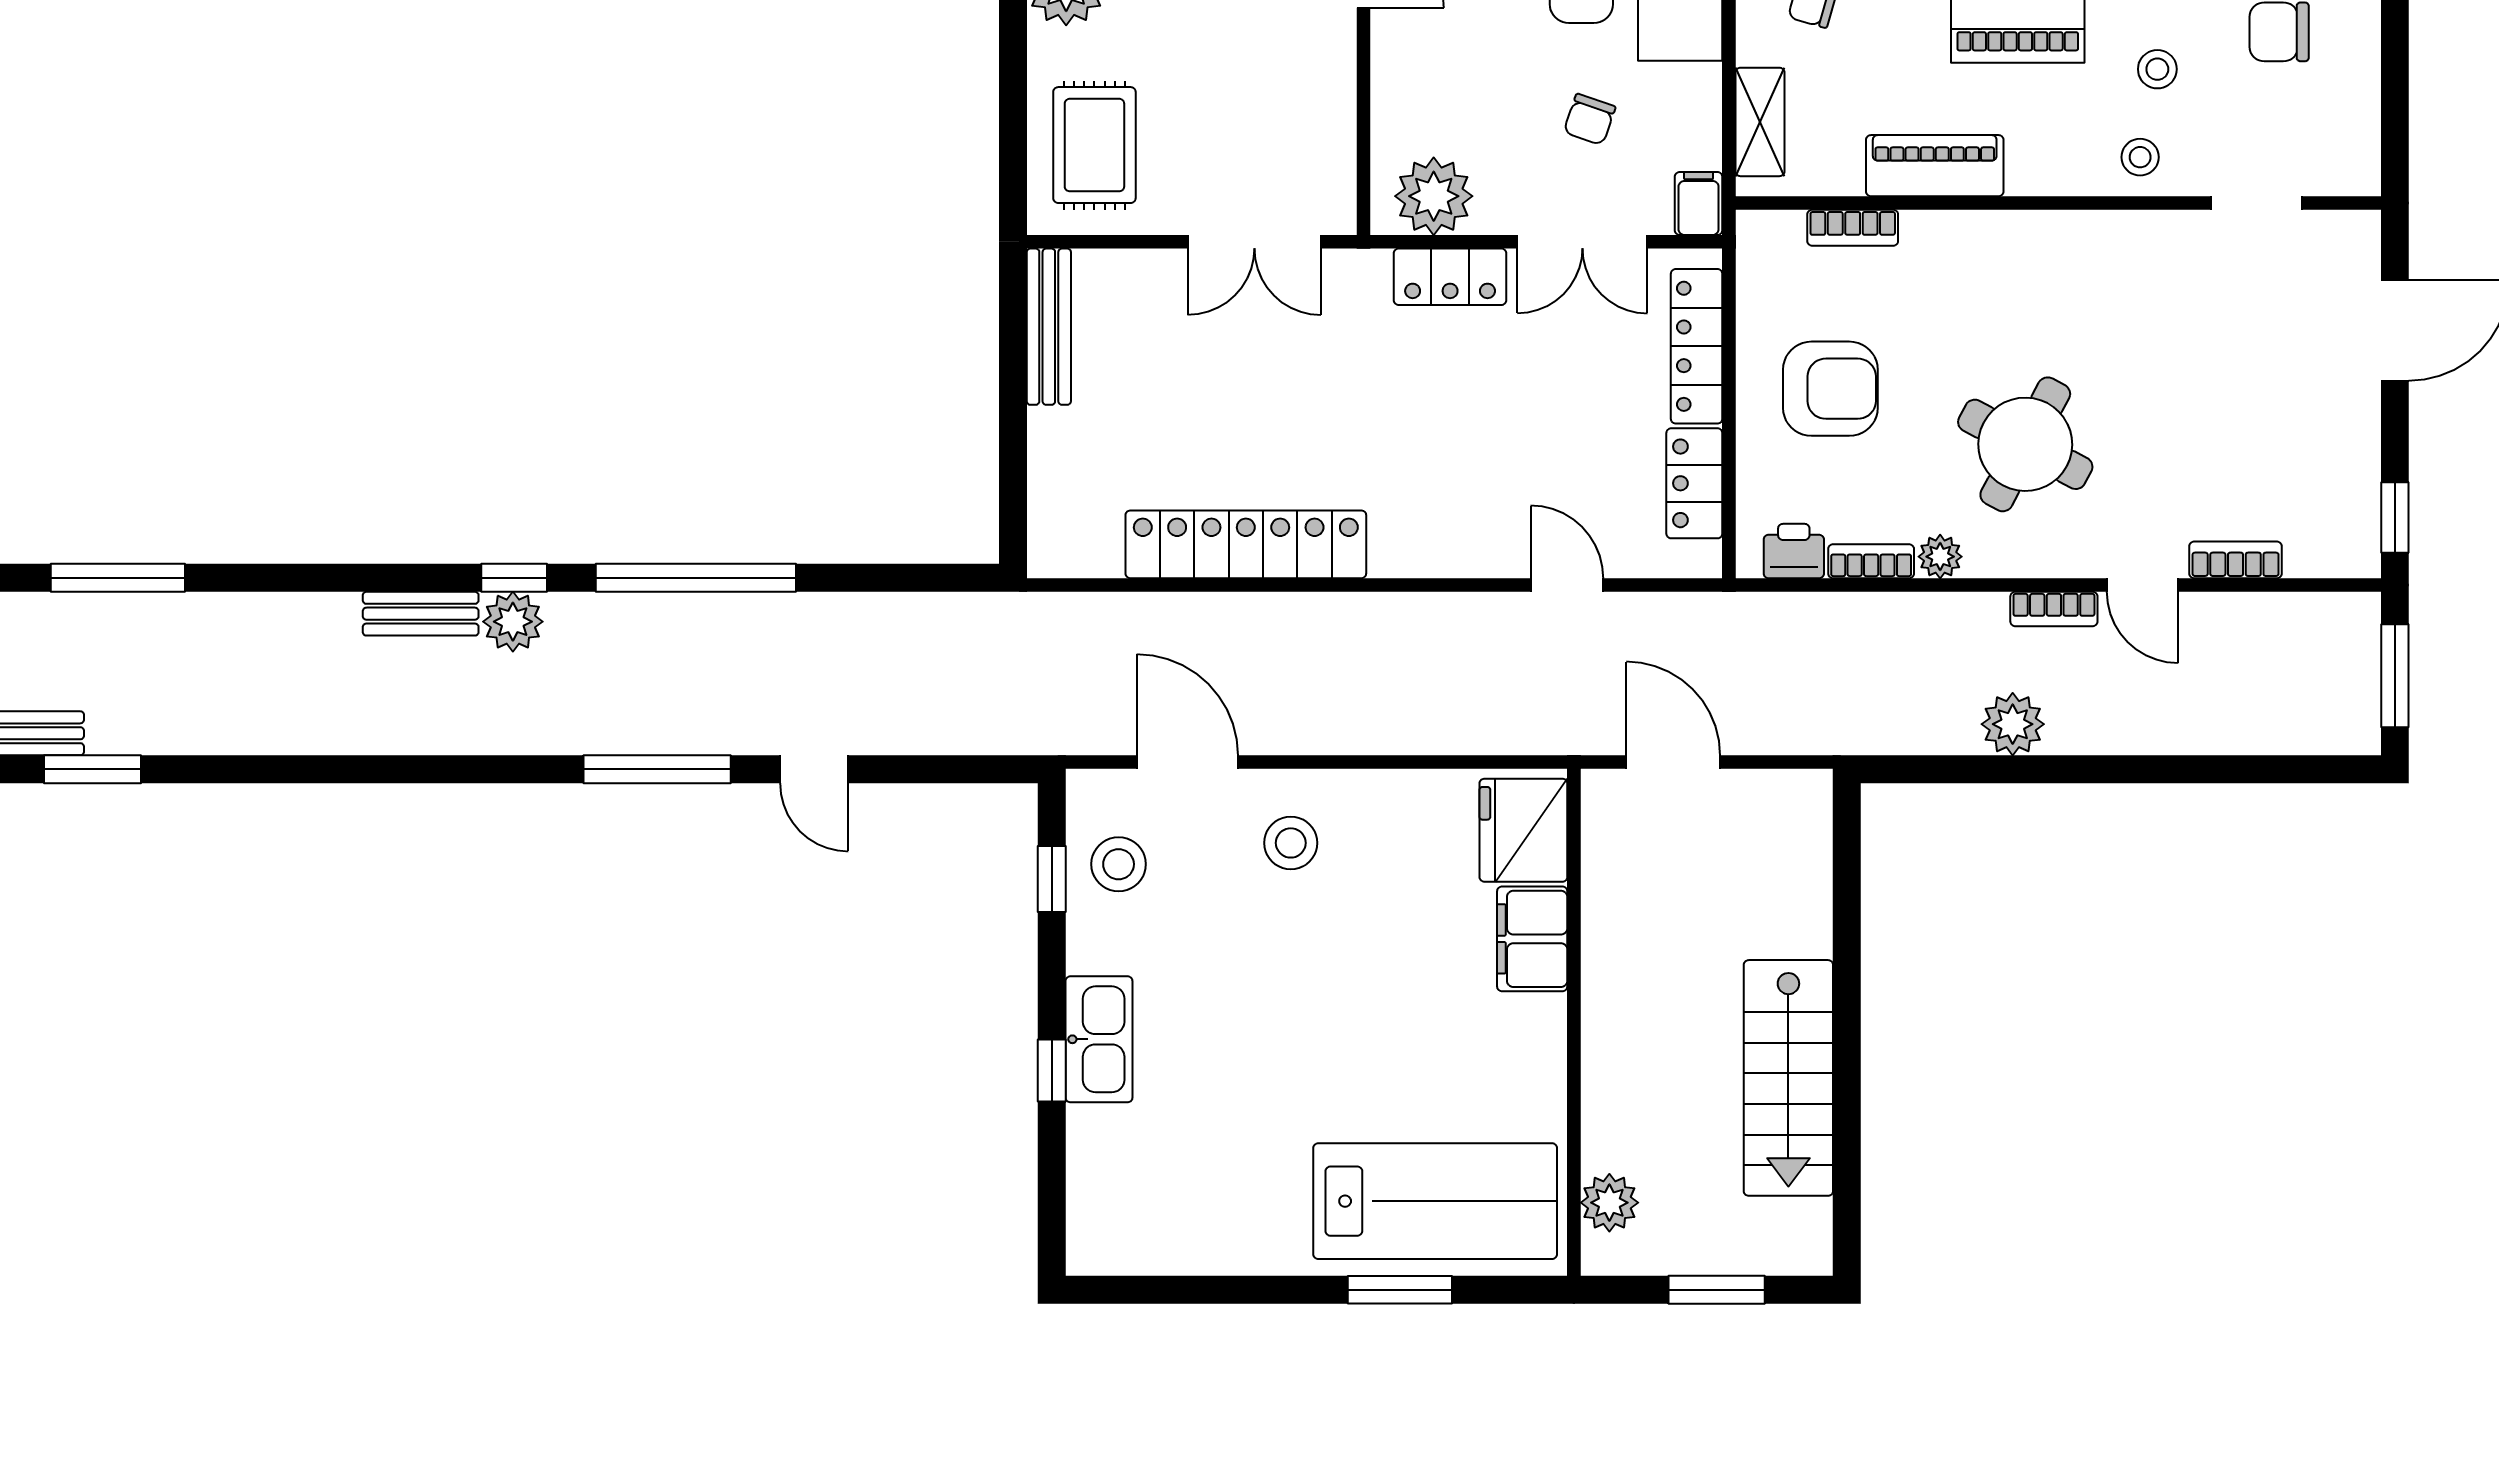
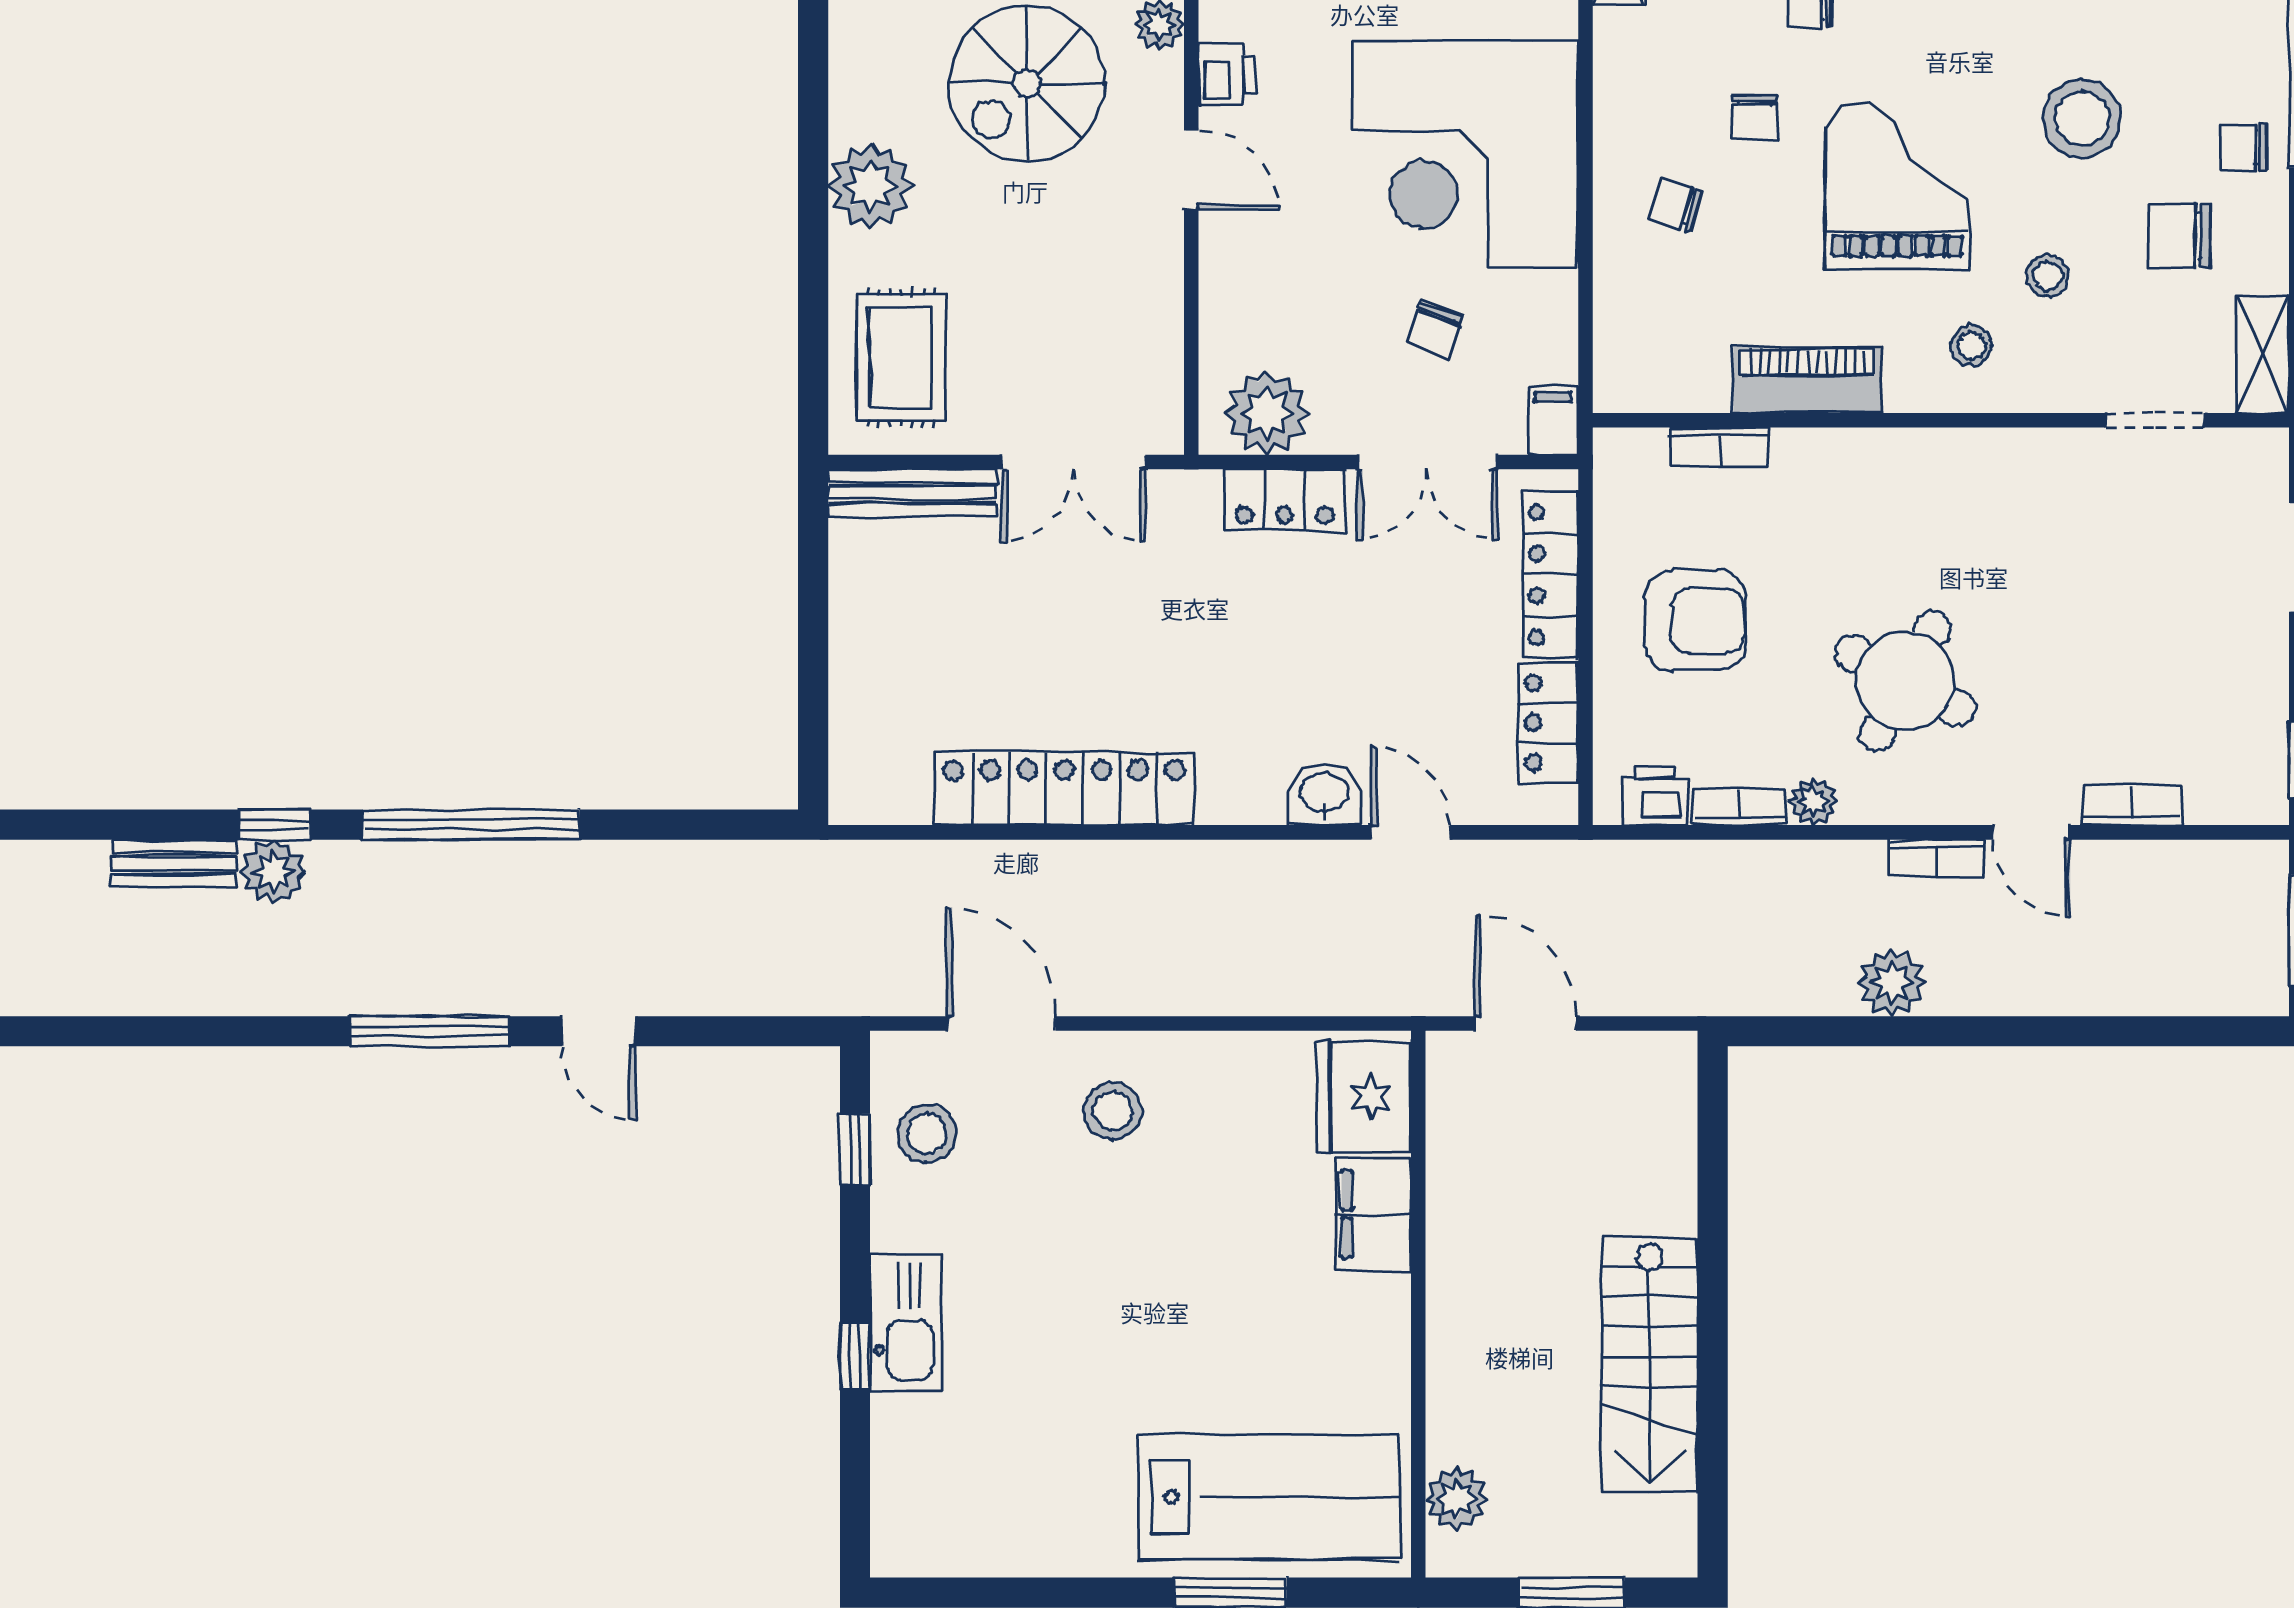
shelving: (1760, 122) -> (2263, 354), moved
stool: (2140, 157) -> (1971, 346), moved
bench: (1049, 327) -> (913, 493), moved, turned 90
washbasin: (1487, 550) -> (1325, 794), added

